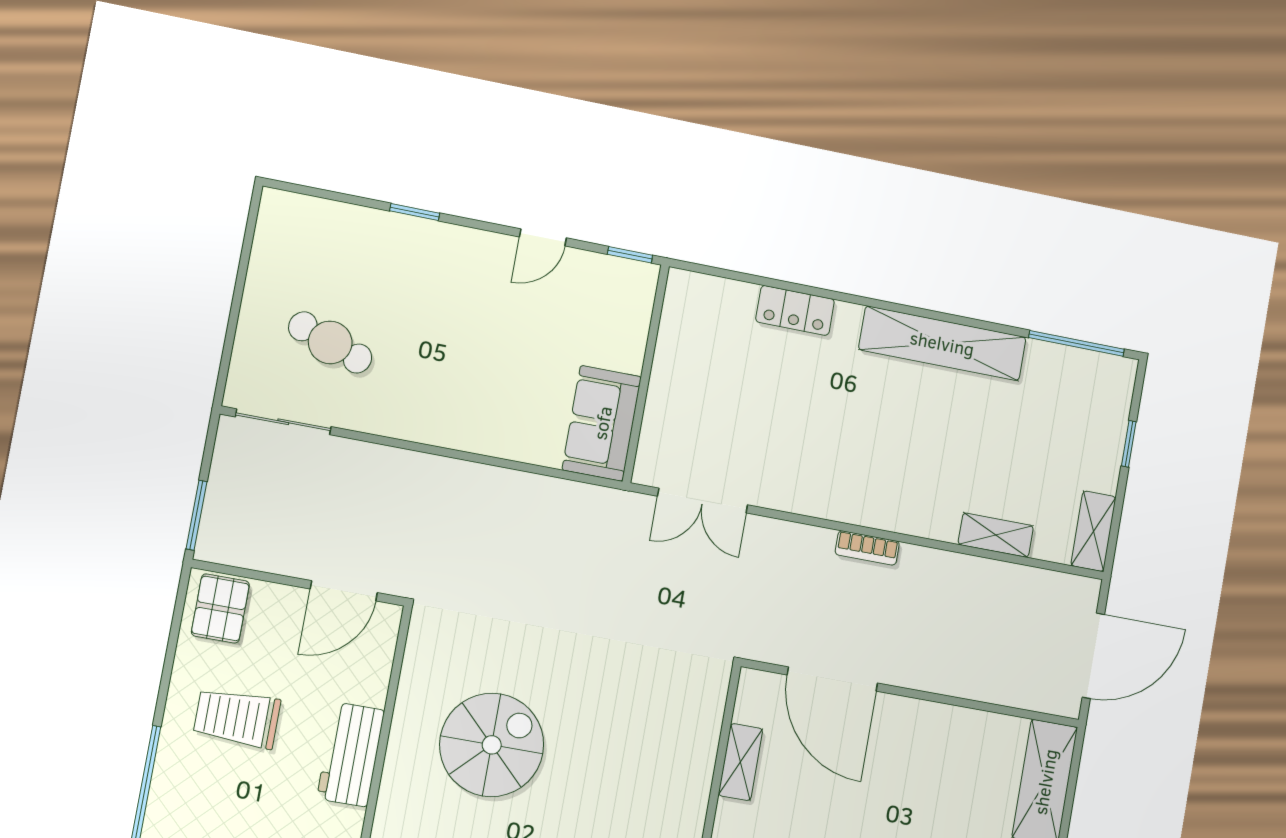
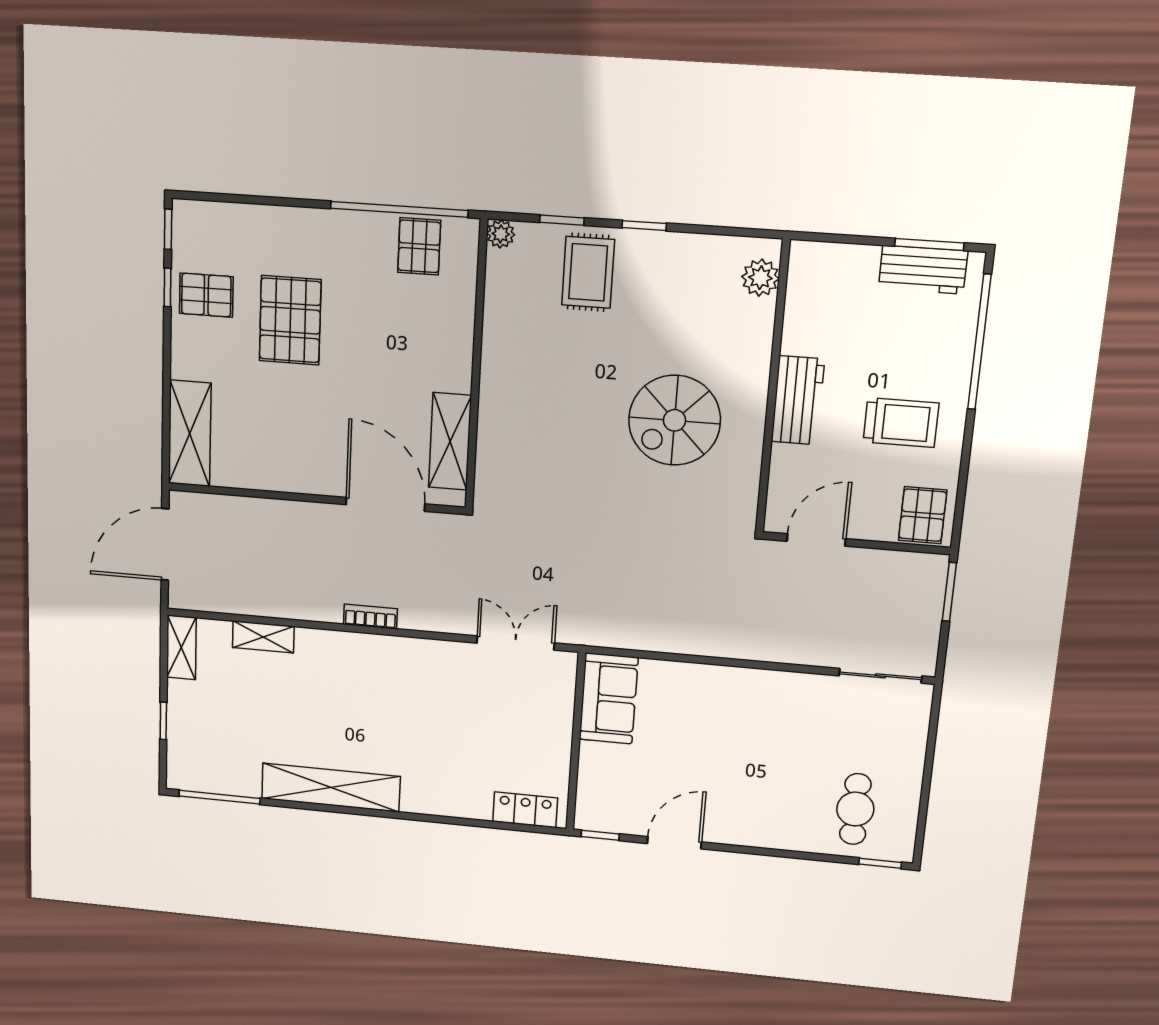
window: (415, 212) -> (880, 863), moved
door: (543, 237) -> (674, 843), width x1.38
locker: (795, 310) -> (525, 810), moved
cafe table: (330, 342) -> (855, 809), moved, turned 70
shelving: (740, 762) -> (450, 441), width x1.50, depth x1.33

